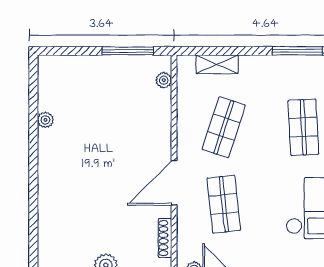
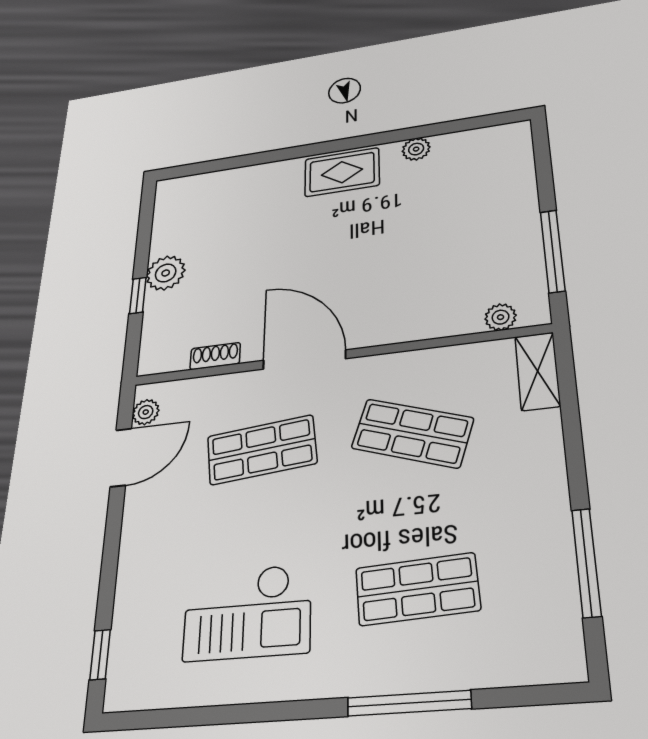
shelving: (217, 64) -> (537, 371), moved
rug: (54, 163) -> (342, 172), added
shoe rack: (165, 238) -> (215, 356), width x0.70

